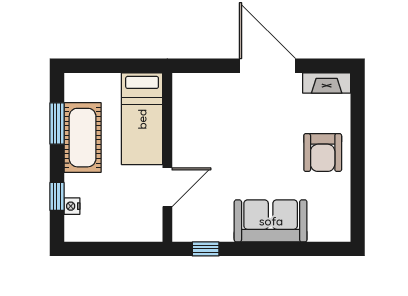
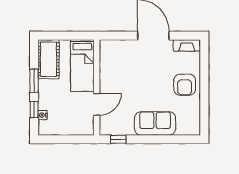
window: (57, 123) -> (34, 81), moved
cot: (83, 138) -> (49, 59), moved

